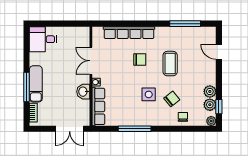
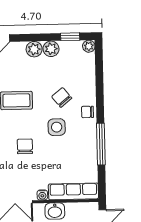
chair: (140, 59) -> (25, 146), moved
plant: (210, 105) -> (34, 49), moved
chair: (183, 117) -> (87, 112), moved

